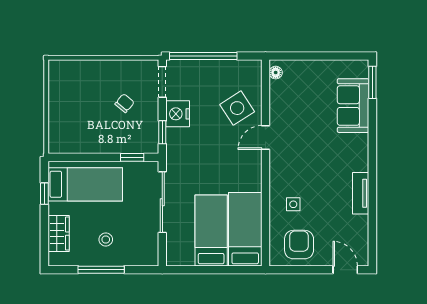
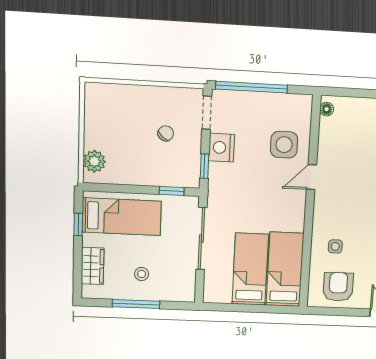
side table: (237, 108) -> (284, 145), turned 33
plant: (59, 133) -> (94, 161), added

